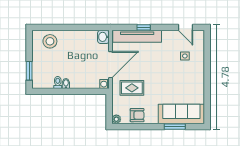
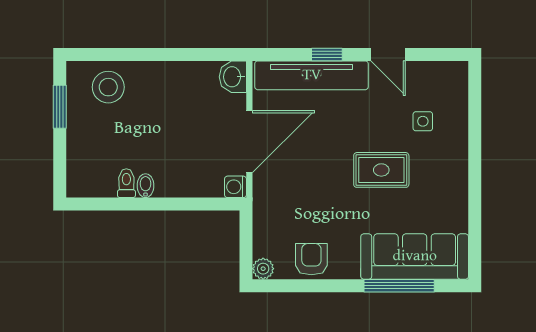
door: (185, 27) -> (388, 54), moved
window: (29, 71) -> (60, 107), moved
rug: (132, 88) -> (381, 170), moved
armchair: (137, 115) -> (311, 259), turned -90
window: (175, 127) -> (399, 286), width x1.44

